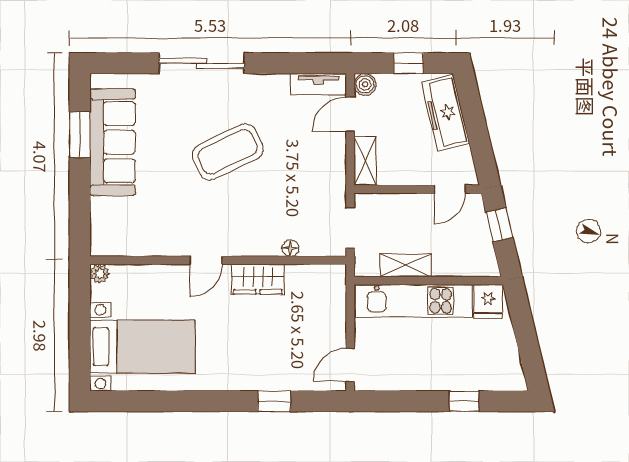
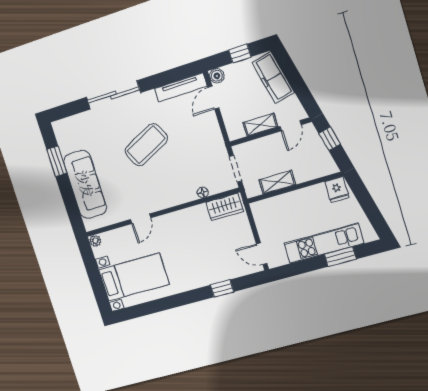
tv unit: (318, 84) -> (181, 87), width x1.41
sofa: (113, 142) -> (85, 184), moved
shelving: (365, 161) -> (260, 125), moved, turned 90
door: (206, 260) -> (141, 219), moved
wardrobe: (258, 279) -> (225, 207), moved
kitchen unit: (414, 301) -> (324, 243), moved, turned 180
door: (350, 365) -> (262, 254), hinge flipped
window: (464, 401) -> (340, 257), width x1.50

